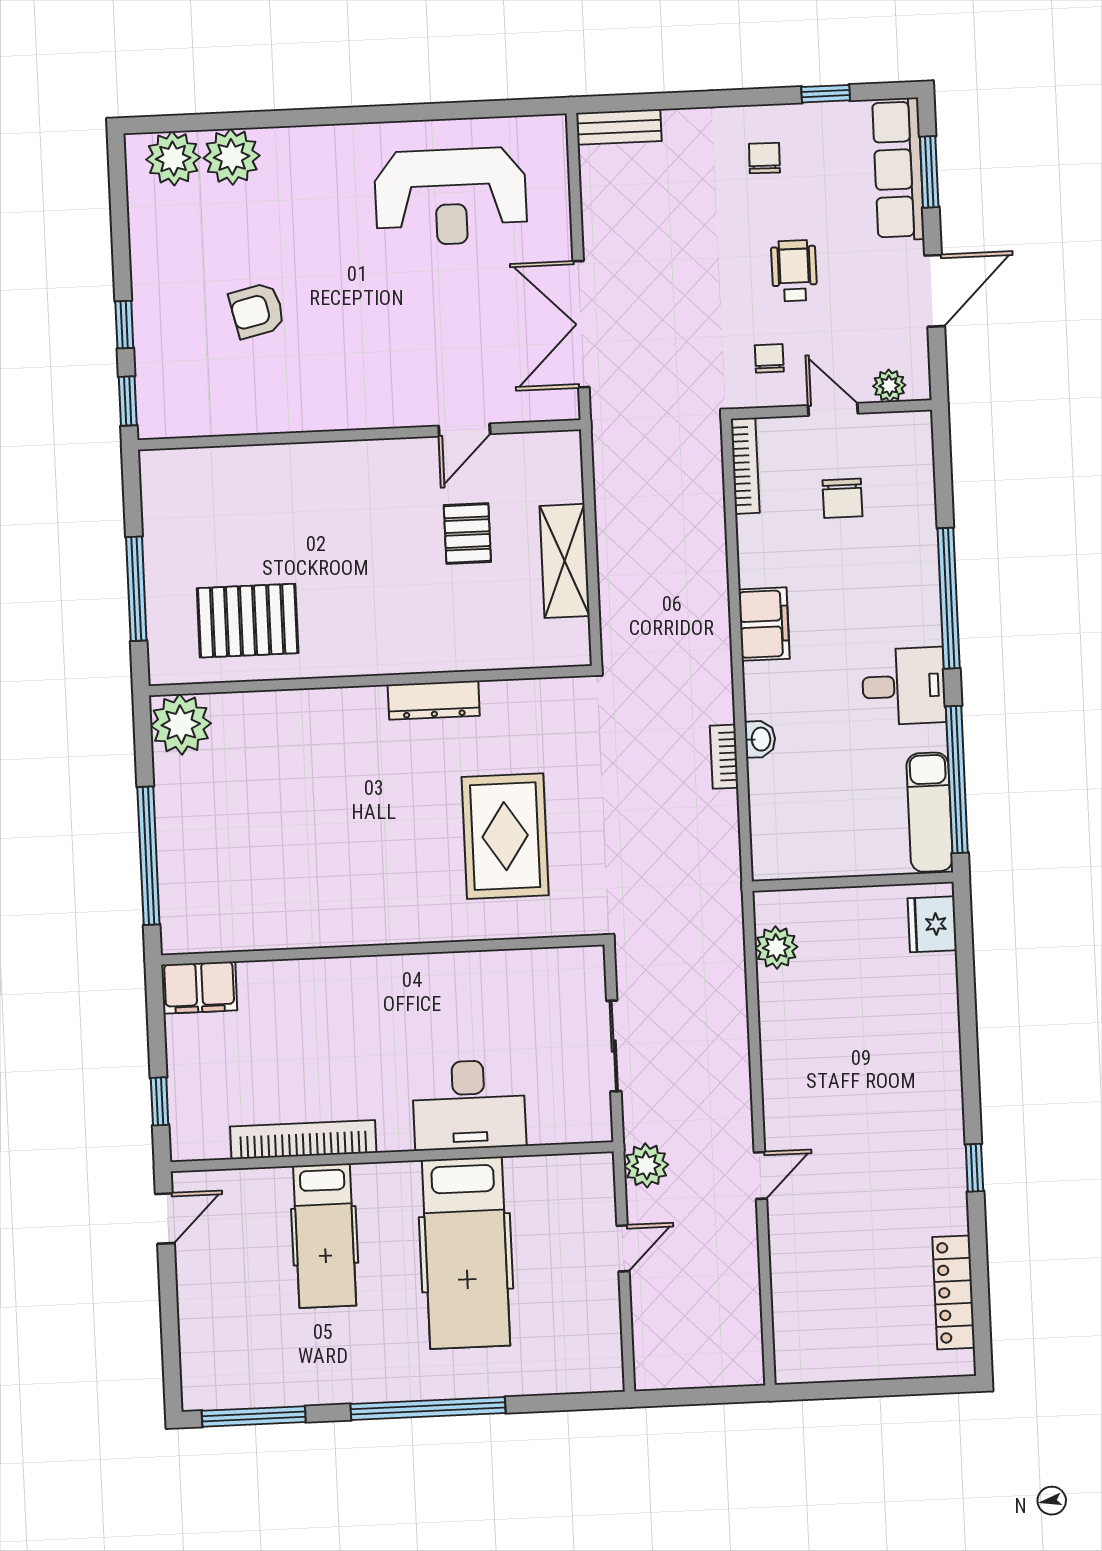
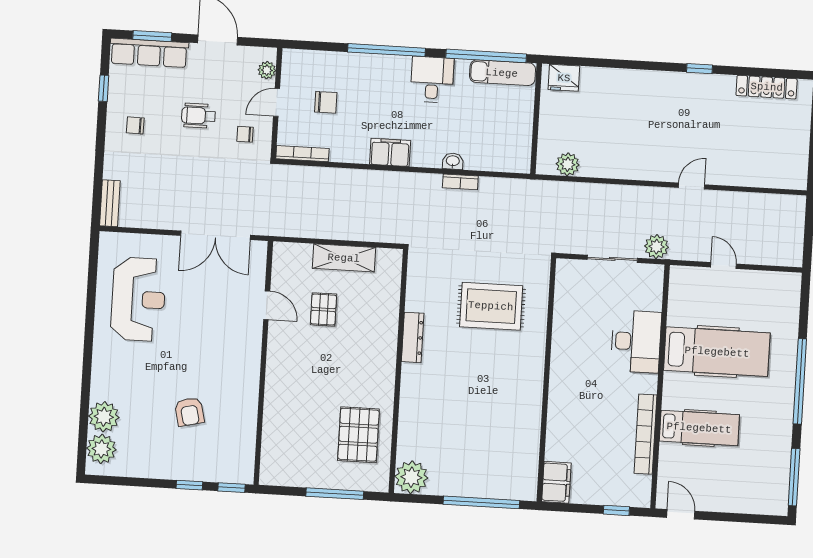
pallet: (467, 534) -> (323, 309), turned 90
plant: (646, 1165) -> (656, 247), moved
door: (760, 1176) -> (691, 186), hinge flipped

